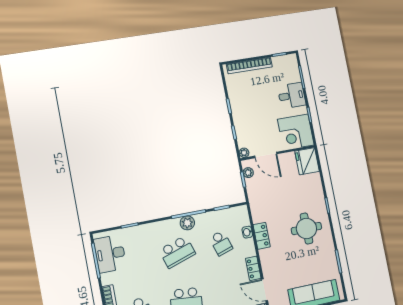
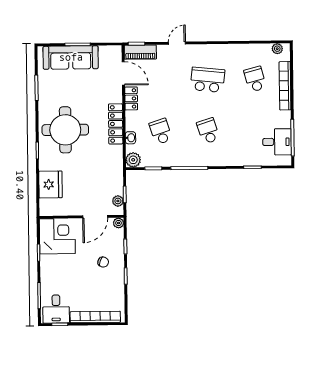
desk: (292, 96) -> (56, 309), moved, turned -90
chair: (251, 116) -> (103, 262), added
door: (266, 155) -> (95, 217), swing flipped
fridge: (307, 161) -> (51, 184), moved
plant: (187, 223) -> (133, 160), moved
round table: (306, 228) -> (65, 130), width x1.36, depth x1.36
locker: (262, 236) -> (116, 124), width x1.53
school desk: (177, 252) -> (208, 131), width x0.54
desk: (110, 254) -> (277, 142), width x0.73

